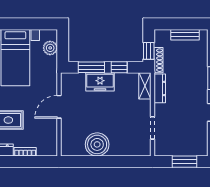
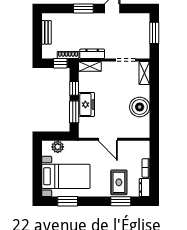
shelving: (137, 150) -> (144, 73), added

